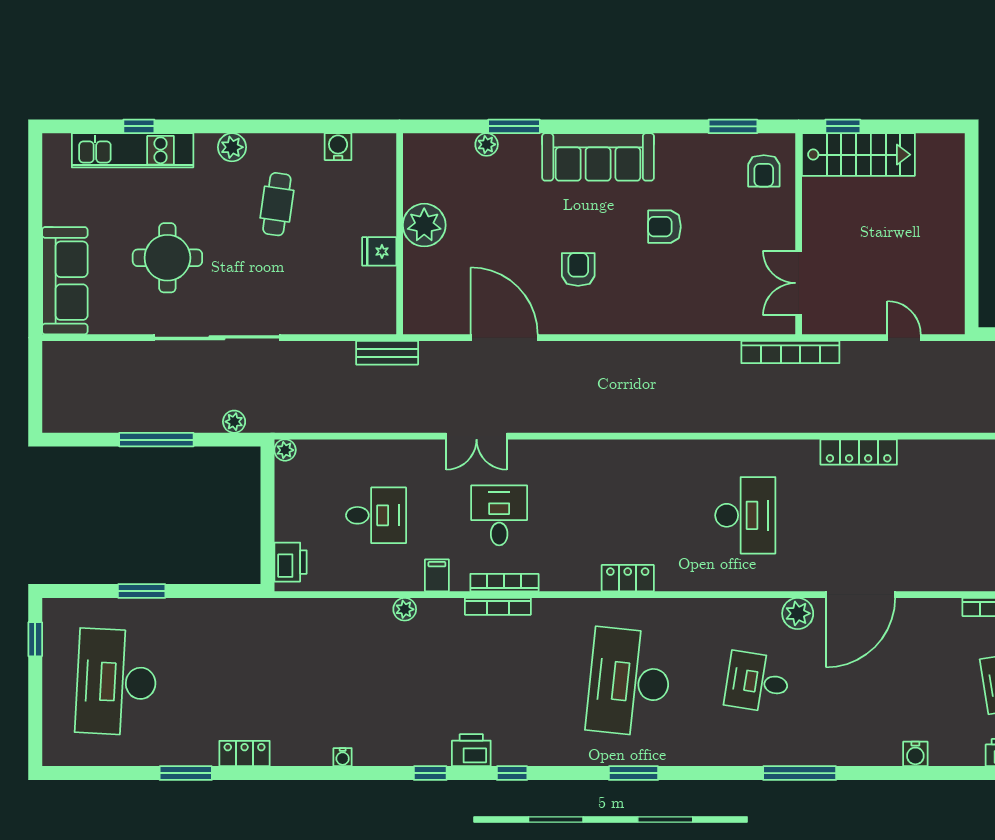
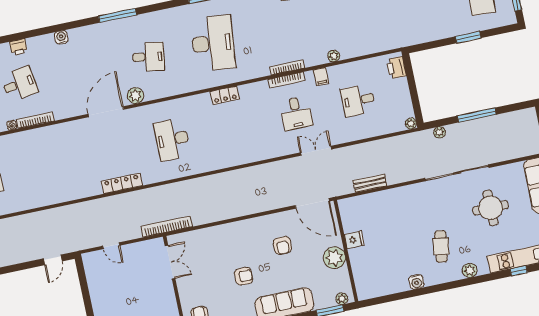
plant: (424, 225) -> (334, 258), moved
wall: (400, 234) -> (346, 251), moved
fridge: (379, 251) -> (354, 240), moved

